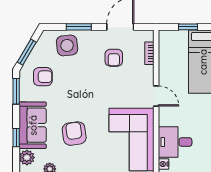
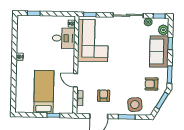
door: (156, 96) -> (75, 80), moved
armchair: (74, 134) -> (131, 45), removed

